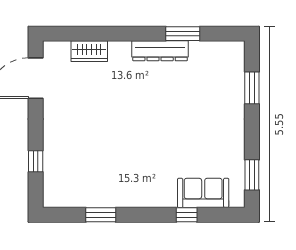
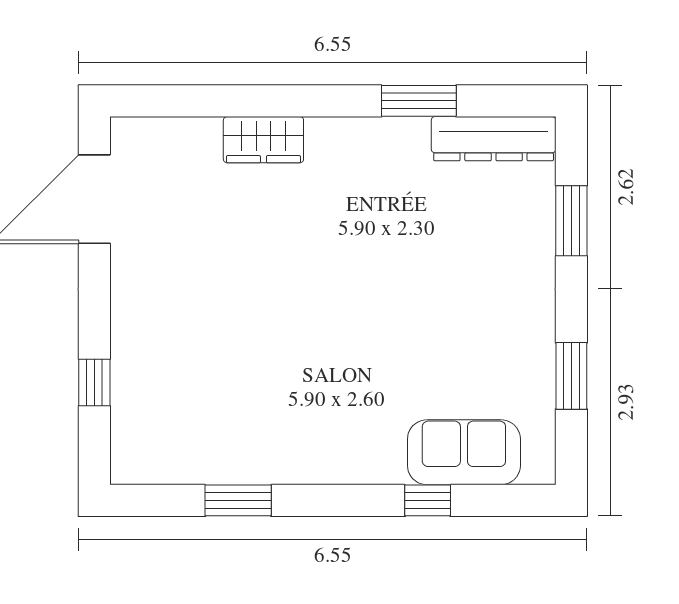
wardrobe: (89, 51) -> (263, 140), moved
dresser: (160, 51) -> (494, 139), moved
window: (252, 175) -> (571, 376), moved

